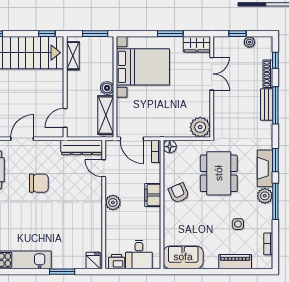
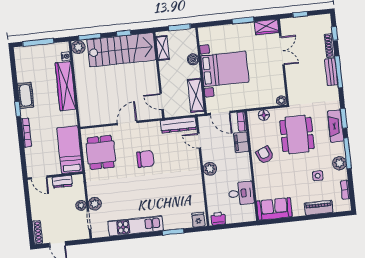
window: (47, 34) -> (124, 33), moved
plant: (249, 42) -> (311, 20), removed
bed with nightstands: (143, 67) -> (225, 69), moved
boiler: (107, 88) -> (193, 59), moved
door: (65, 118) -> (162, 101), hinge flipped
plant: (200, 127) -> (281, 101), width x0.53, depth x0.53
floor lamp: (170, 147) -> (264, 115), moved
filing cabinet: (153, 195) -> (241, 142), moved
plant: (265, 196) -> (339, 163), moved
desk: (139, 254) -> (241, 193), moved, turned -90

